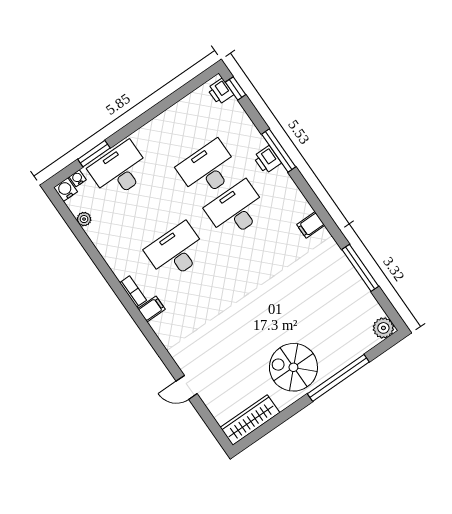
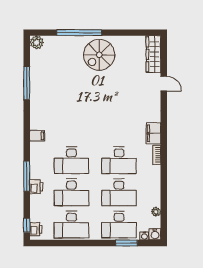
desk: (180, 129) -> (71, 225), added
printer: (267, 160) -> (36, 187), moved
desk: (148, 211) -> (119, 192), added
filing cabinet: (311, 225) -> (37, 136), moved
filing cabinet: (151, 309) -> (153, 133), width x2.00
spiral stairs: (293, 367) -> (99, 55), turned 90
wardrobe: (250, 420) -> (153, 54), moved, turned 90

